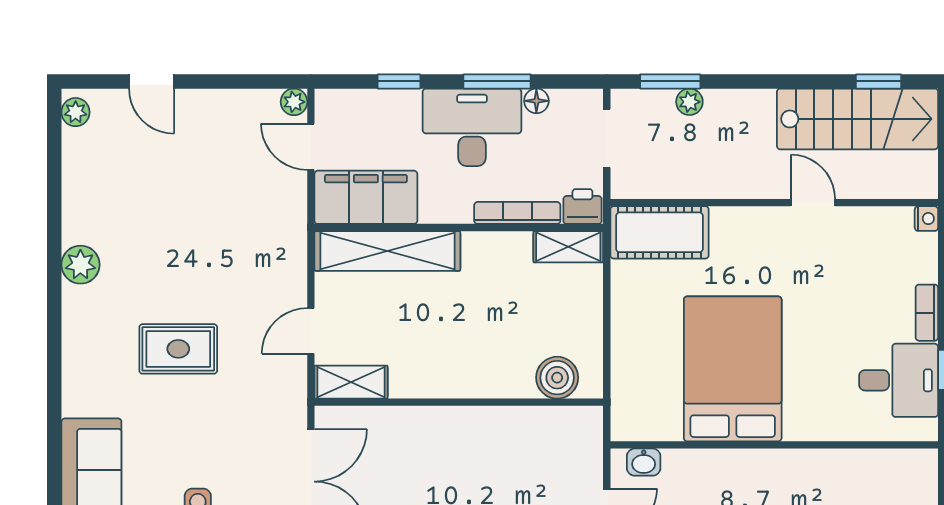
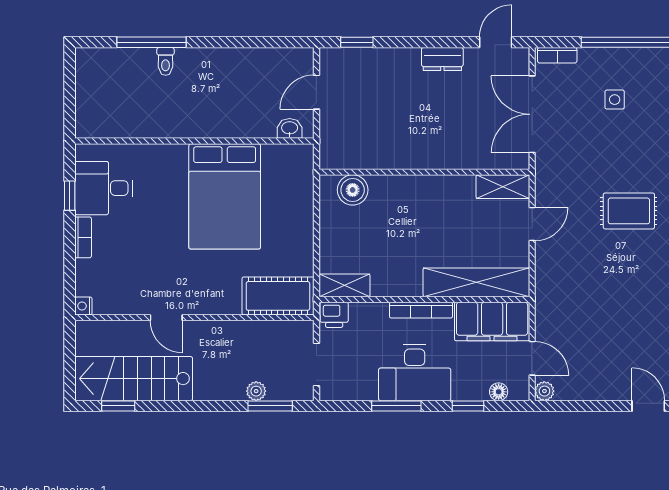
floor lamp: (536, 101) -> (499, 392), moved
bookcase: (517, 213) -> (421, 310), moved

